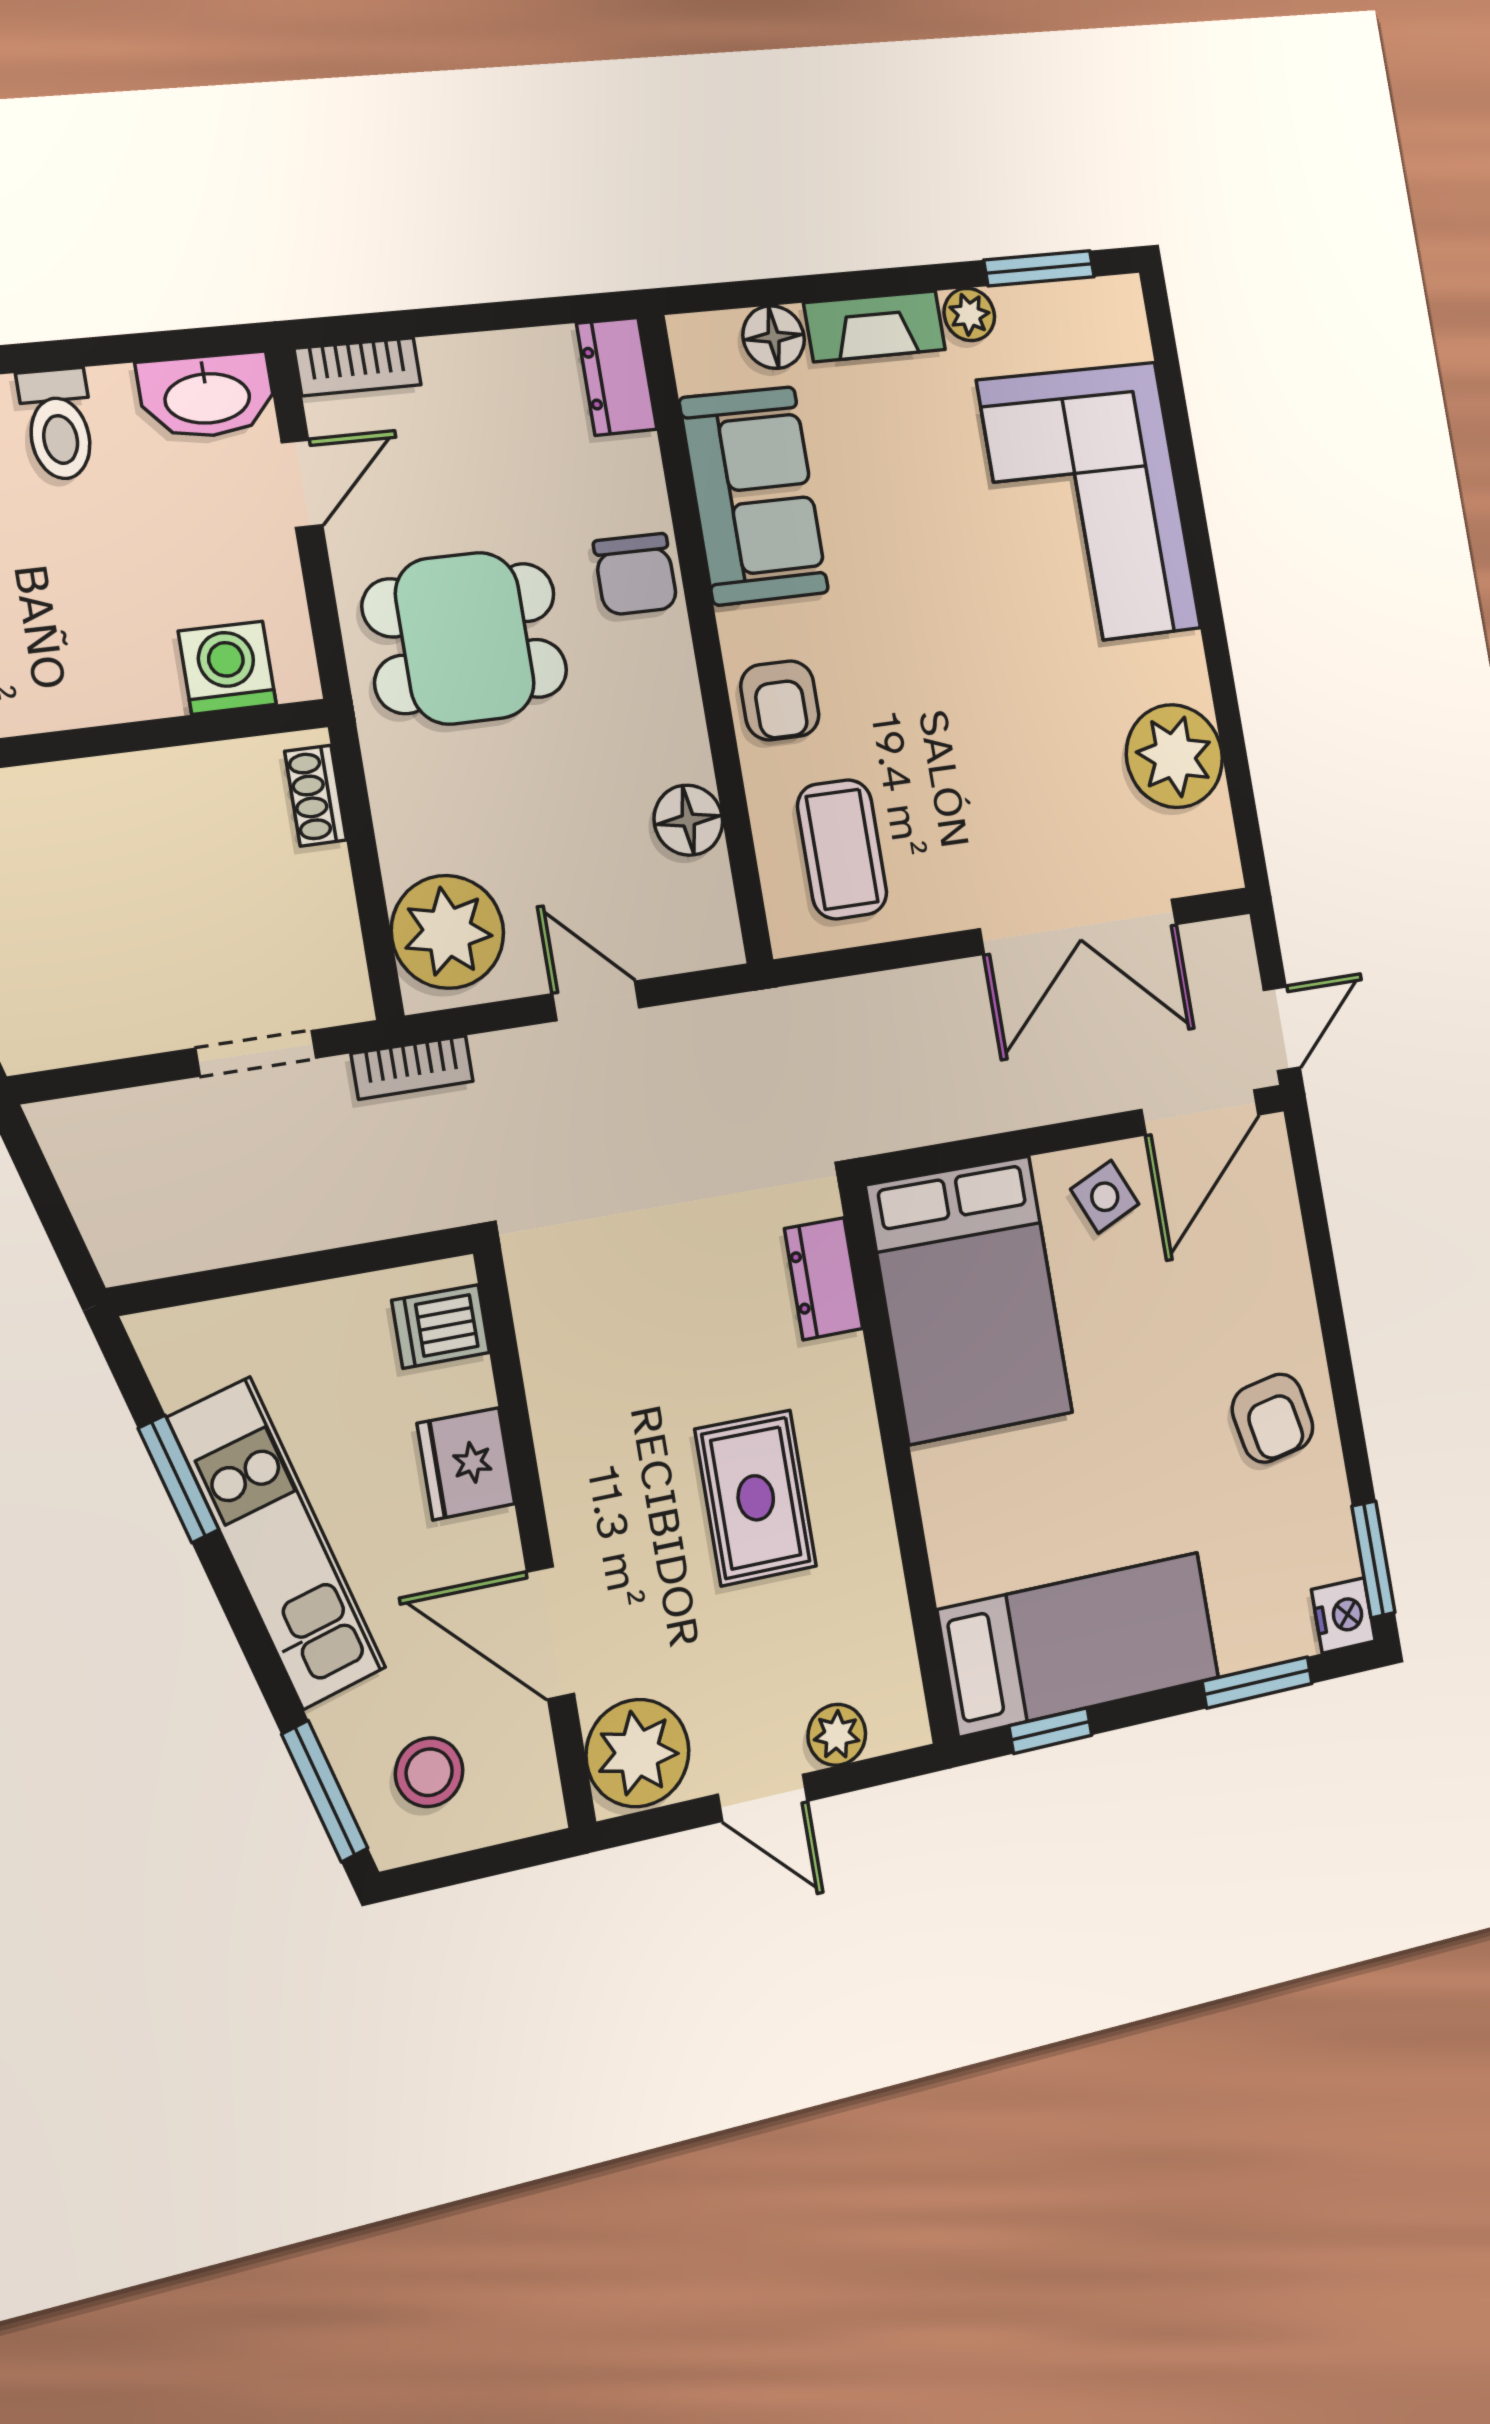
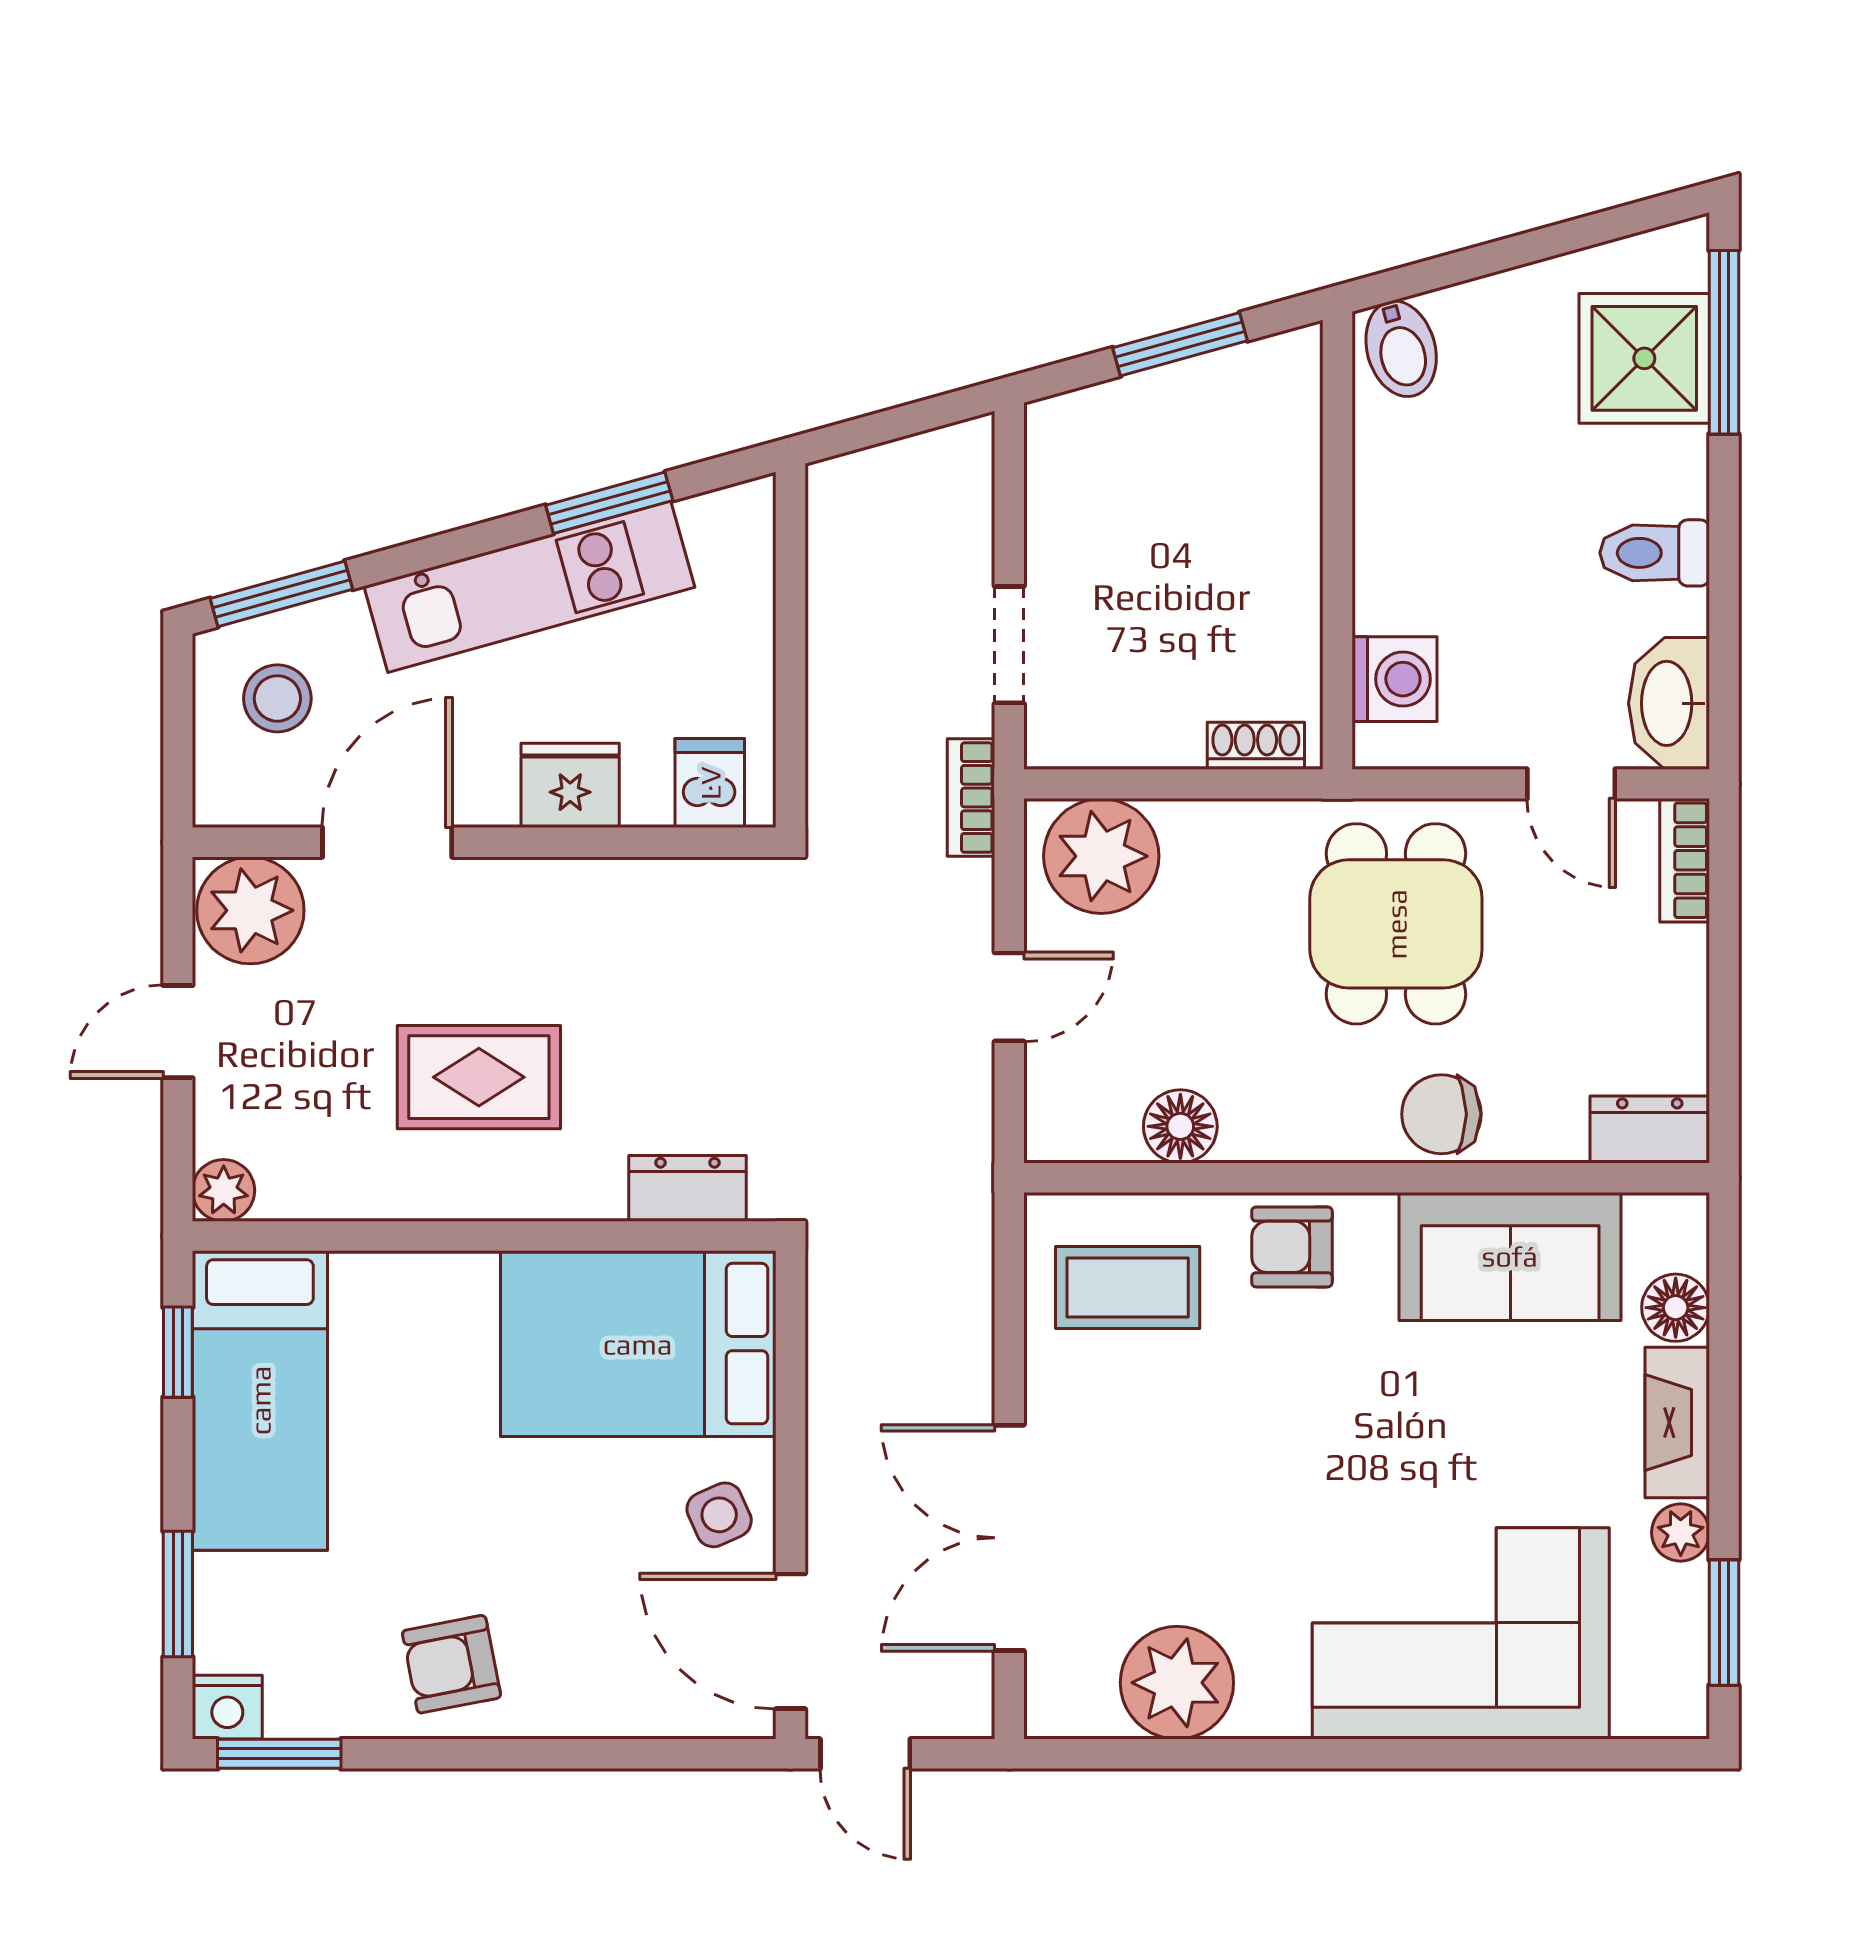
plant: (837, 1735) -> (224, 1190), moved

